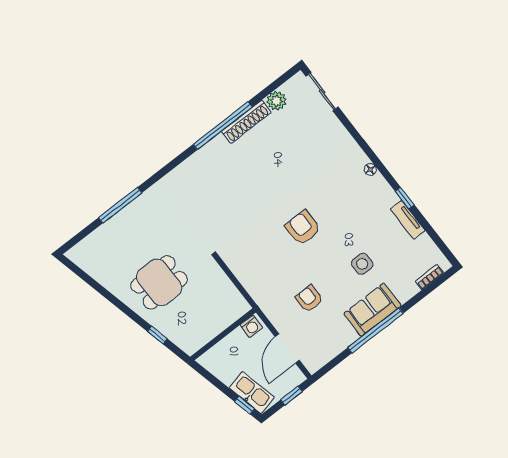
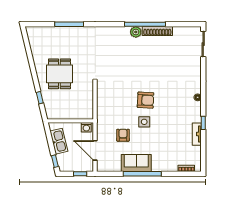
plant: (276, 101) -> (136, 32), moved
armchair: (303, 228) -> (146, 100), turned 93
side table: (362, 264) -> (144, 122), moved
dining table: (159, 282) -> (59, 74), turned 90
sofa: (372, 310) -> (136, 163), moved
door: (287, 348) -> (95, 150), hinge flipped
kitchen sink: (252, 393) -> (59, 141), moved

